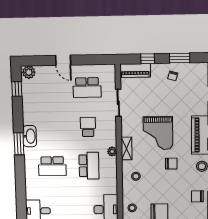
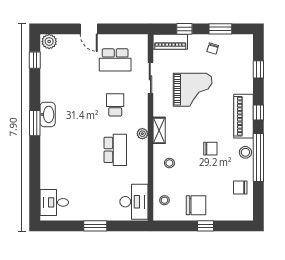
grand piano: (158, 133) -> (193, 90), moved, turned -90
school desk: (52, 166) -> (73, 150), removed

